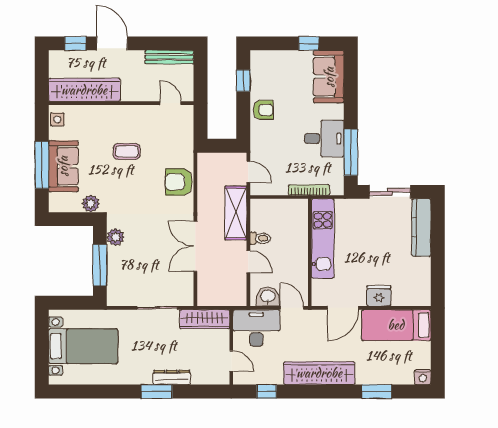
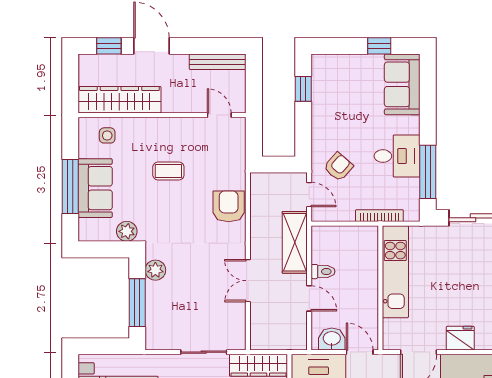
armchair: (263, 110) -> (338, 167), moved, turned -49
side table: (57, 119) -> (107, 135), moved
armchair: (179, 182) -> (229, 206), turned 90
double door: (195, 246) -> (248, 281), width x0.73

